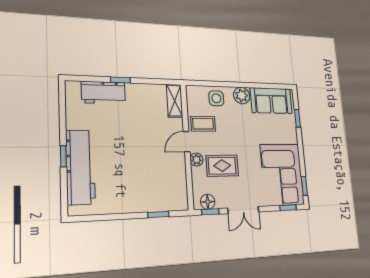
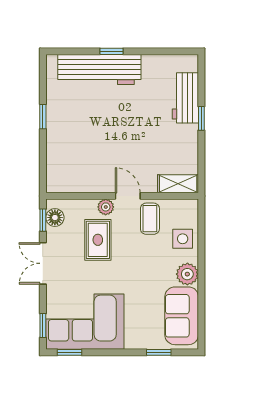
window: (158, 214) -> (43, 117), moved

